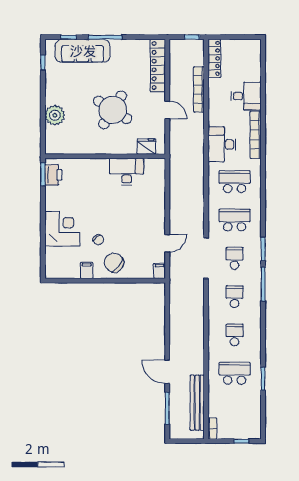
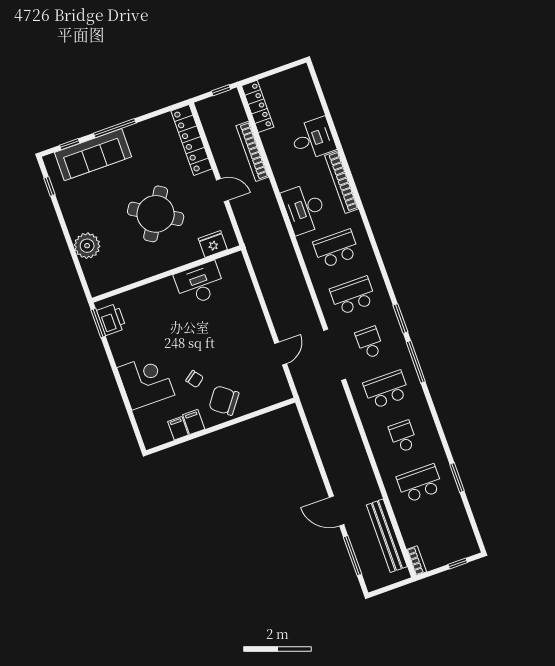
filing cabinet: (160, 271) -> (178, 428), moved
school desk: (235, 297) -> (386, 390), width x1.85

